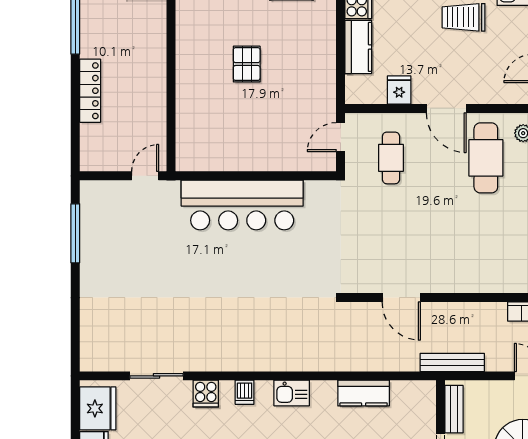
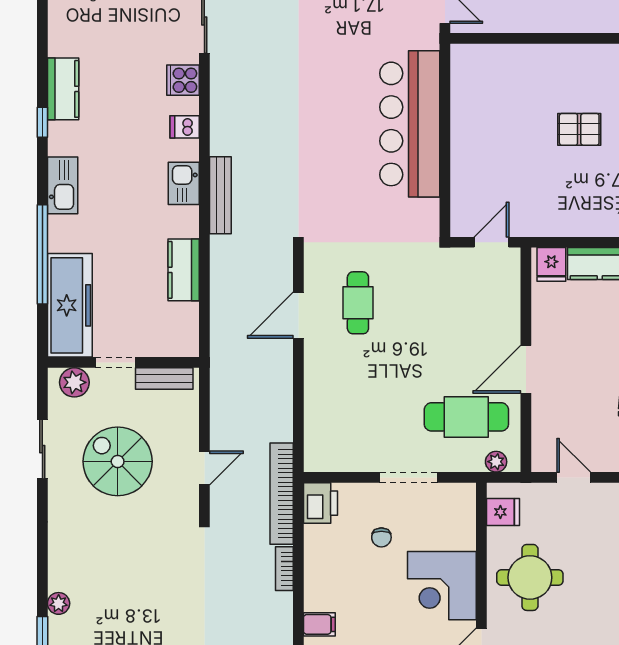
fridge: (399, 90) -> (551, 264), moved, turned 90
door: (341, 137) -> (491, 242), hinge flipped
cafe table: (391, 158) -> (358, 303), moved, turned 90
bench: (452, 363) -> (220, 195), moved

